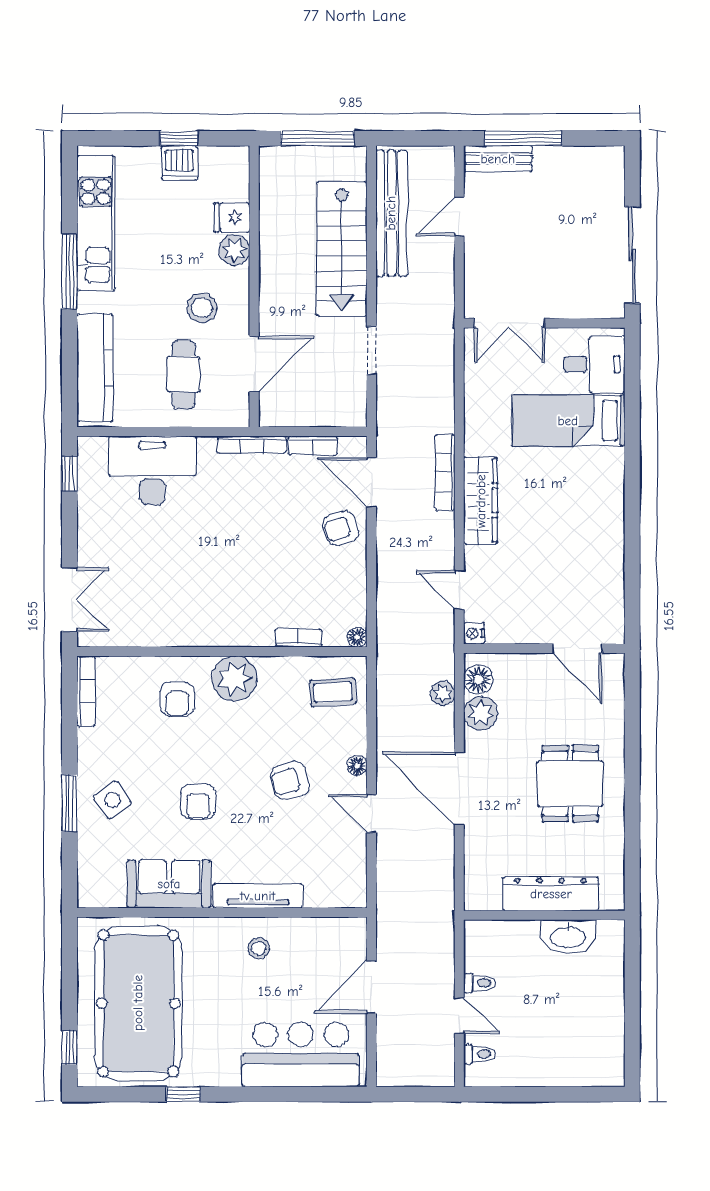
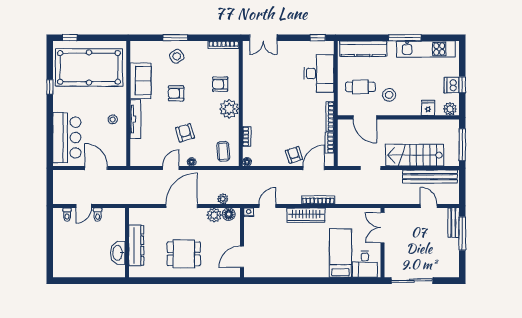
plant: (234, 250) -> (450, 109), moved

